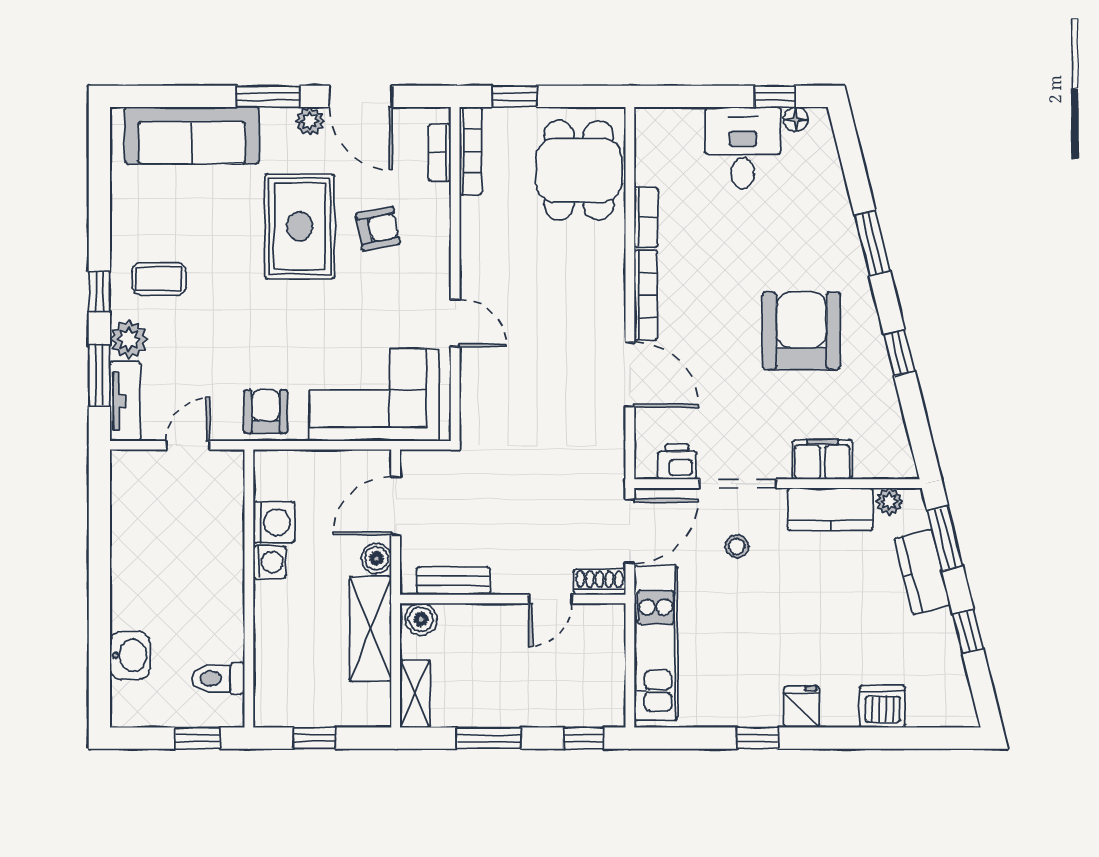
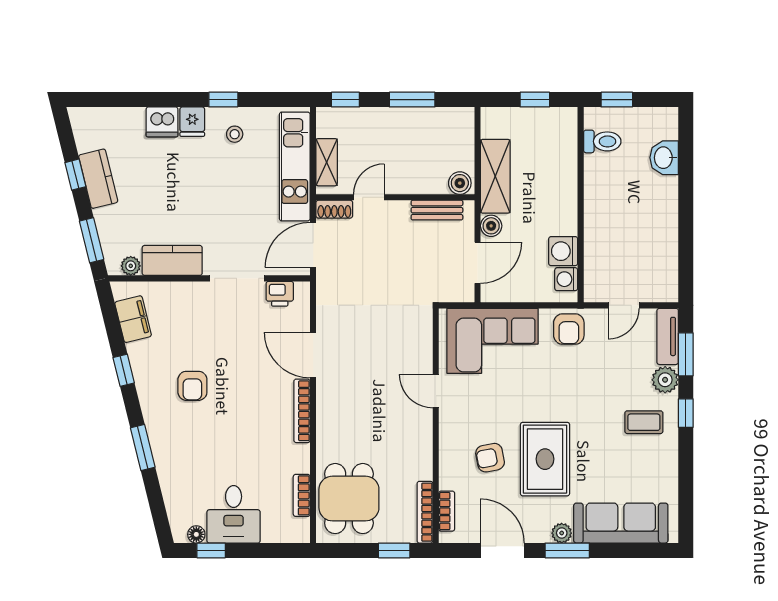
plant: (310, 121) -> (562, 533), moved
bookcase: (646, 217) -> (302, 495), moved
armchair: (801, 331) -> (192, 386), width x0.53, depth x0.53
filing cabinet: (822, 459) -> (133, 319), moved, turned -104
stool: (737, 546) -> (235, 134), moved
washing machine: (269, 562) -> (566, 279), moved
kitchen counter: (922, 572) -> (98, 179), moved
shelving: (415, 694) -> (327, 162), moved
dishwasher: (883, 706) -> (162, 122), moved

